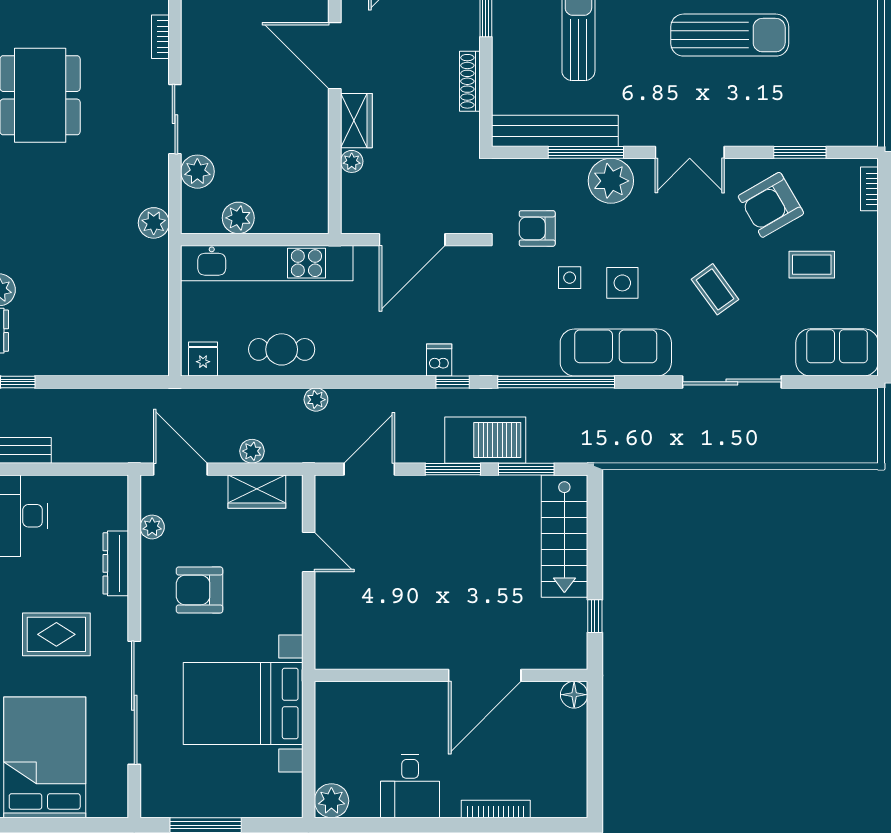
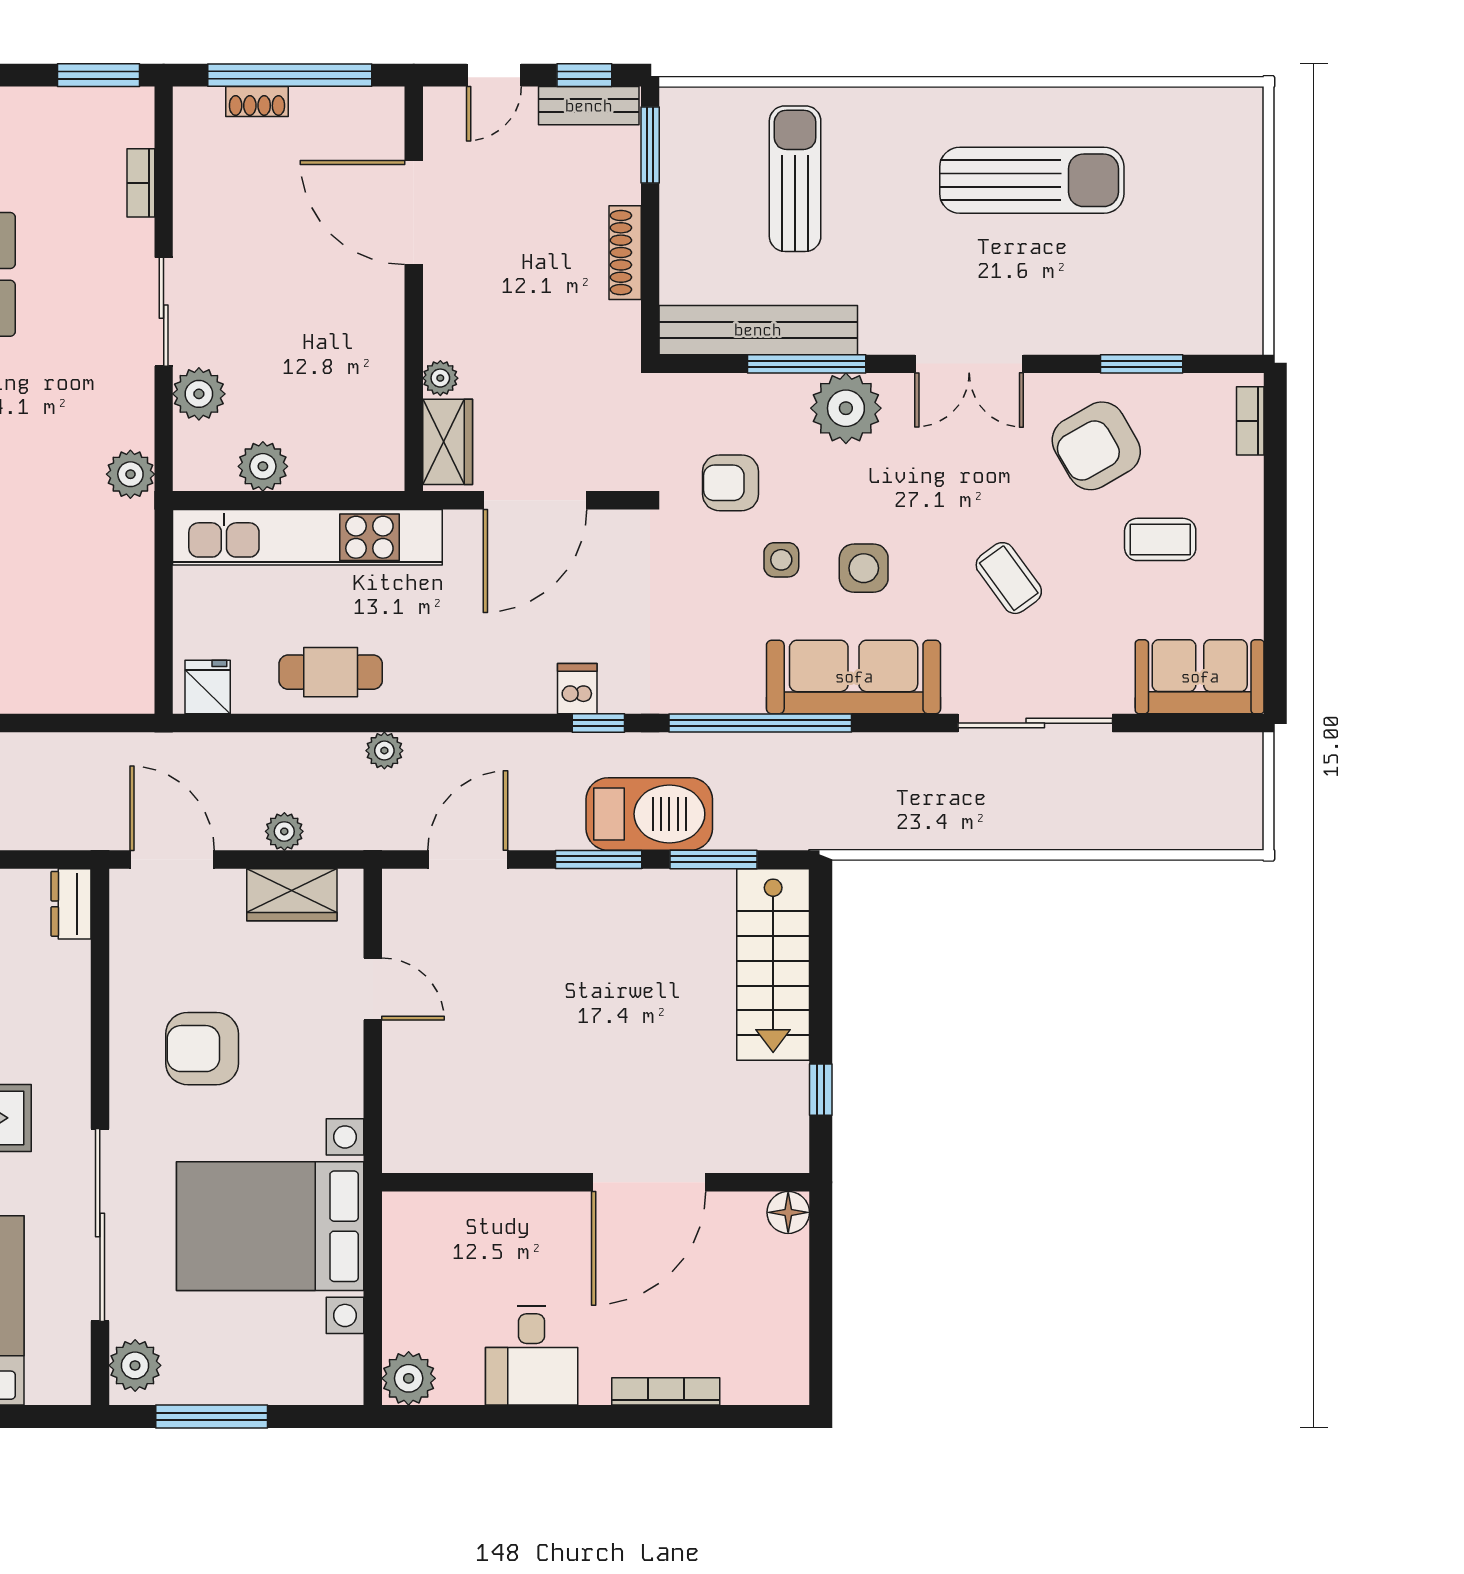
wardrobe: (356, 121) -> (448, 442), moved
plant: (152, 527) -> (135, 1365), moved, width x1.38, depth x1.38
dresser: (116, 563) -> (71, 904), moved, width x0.70

